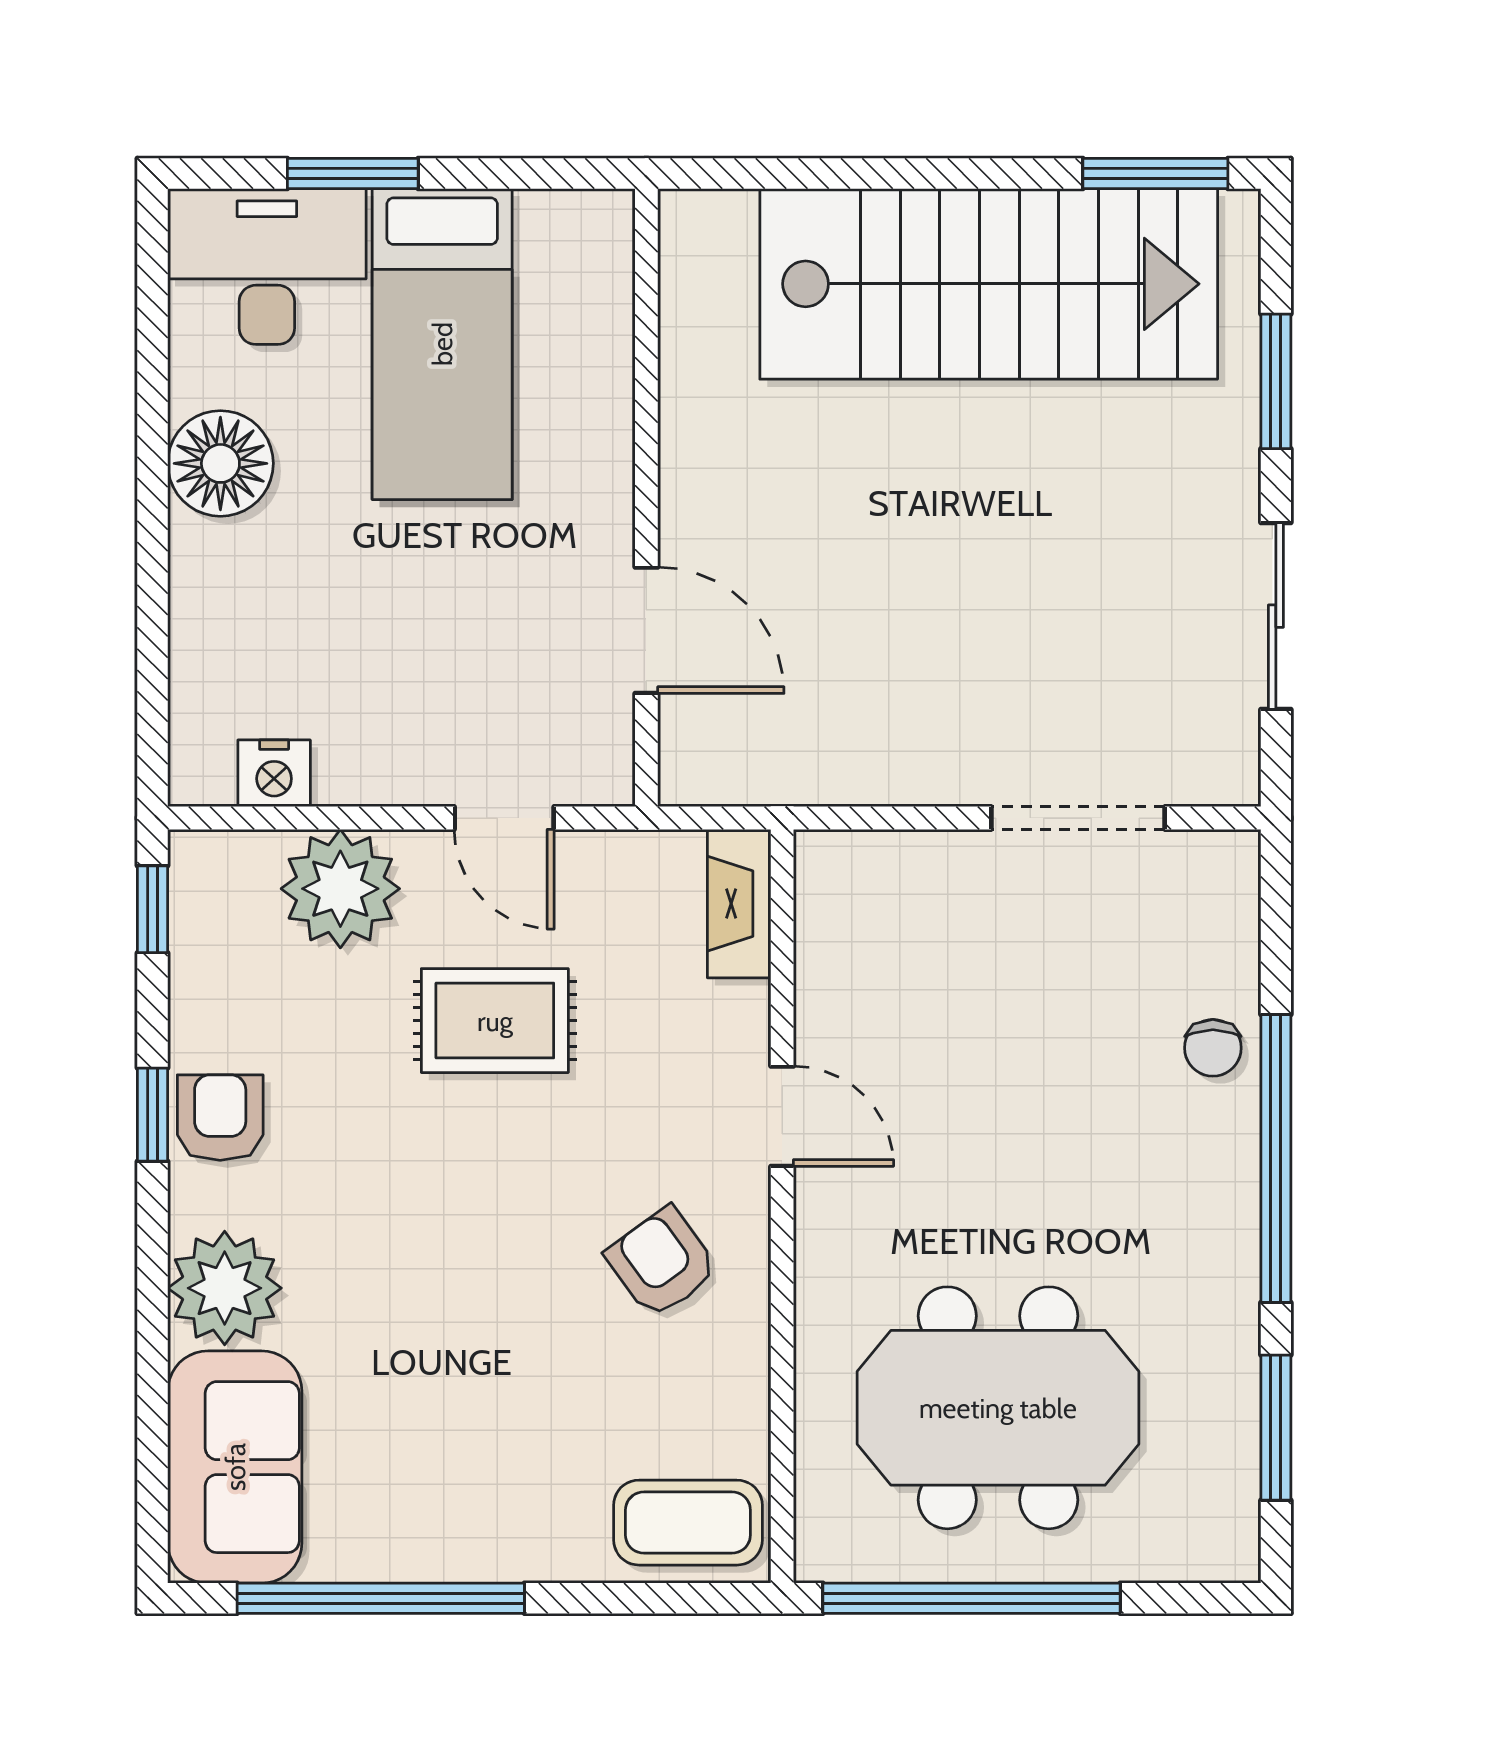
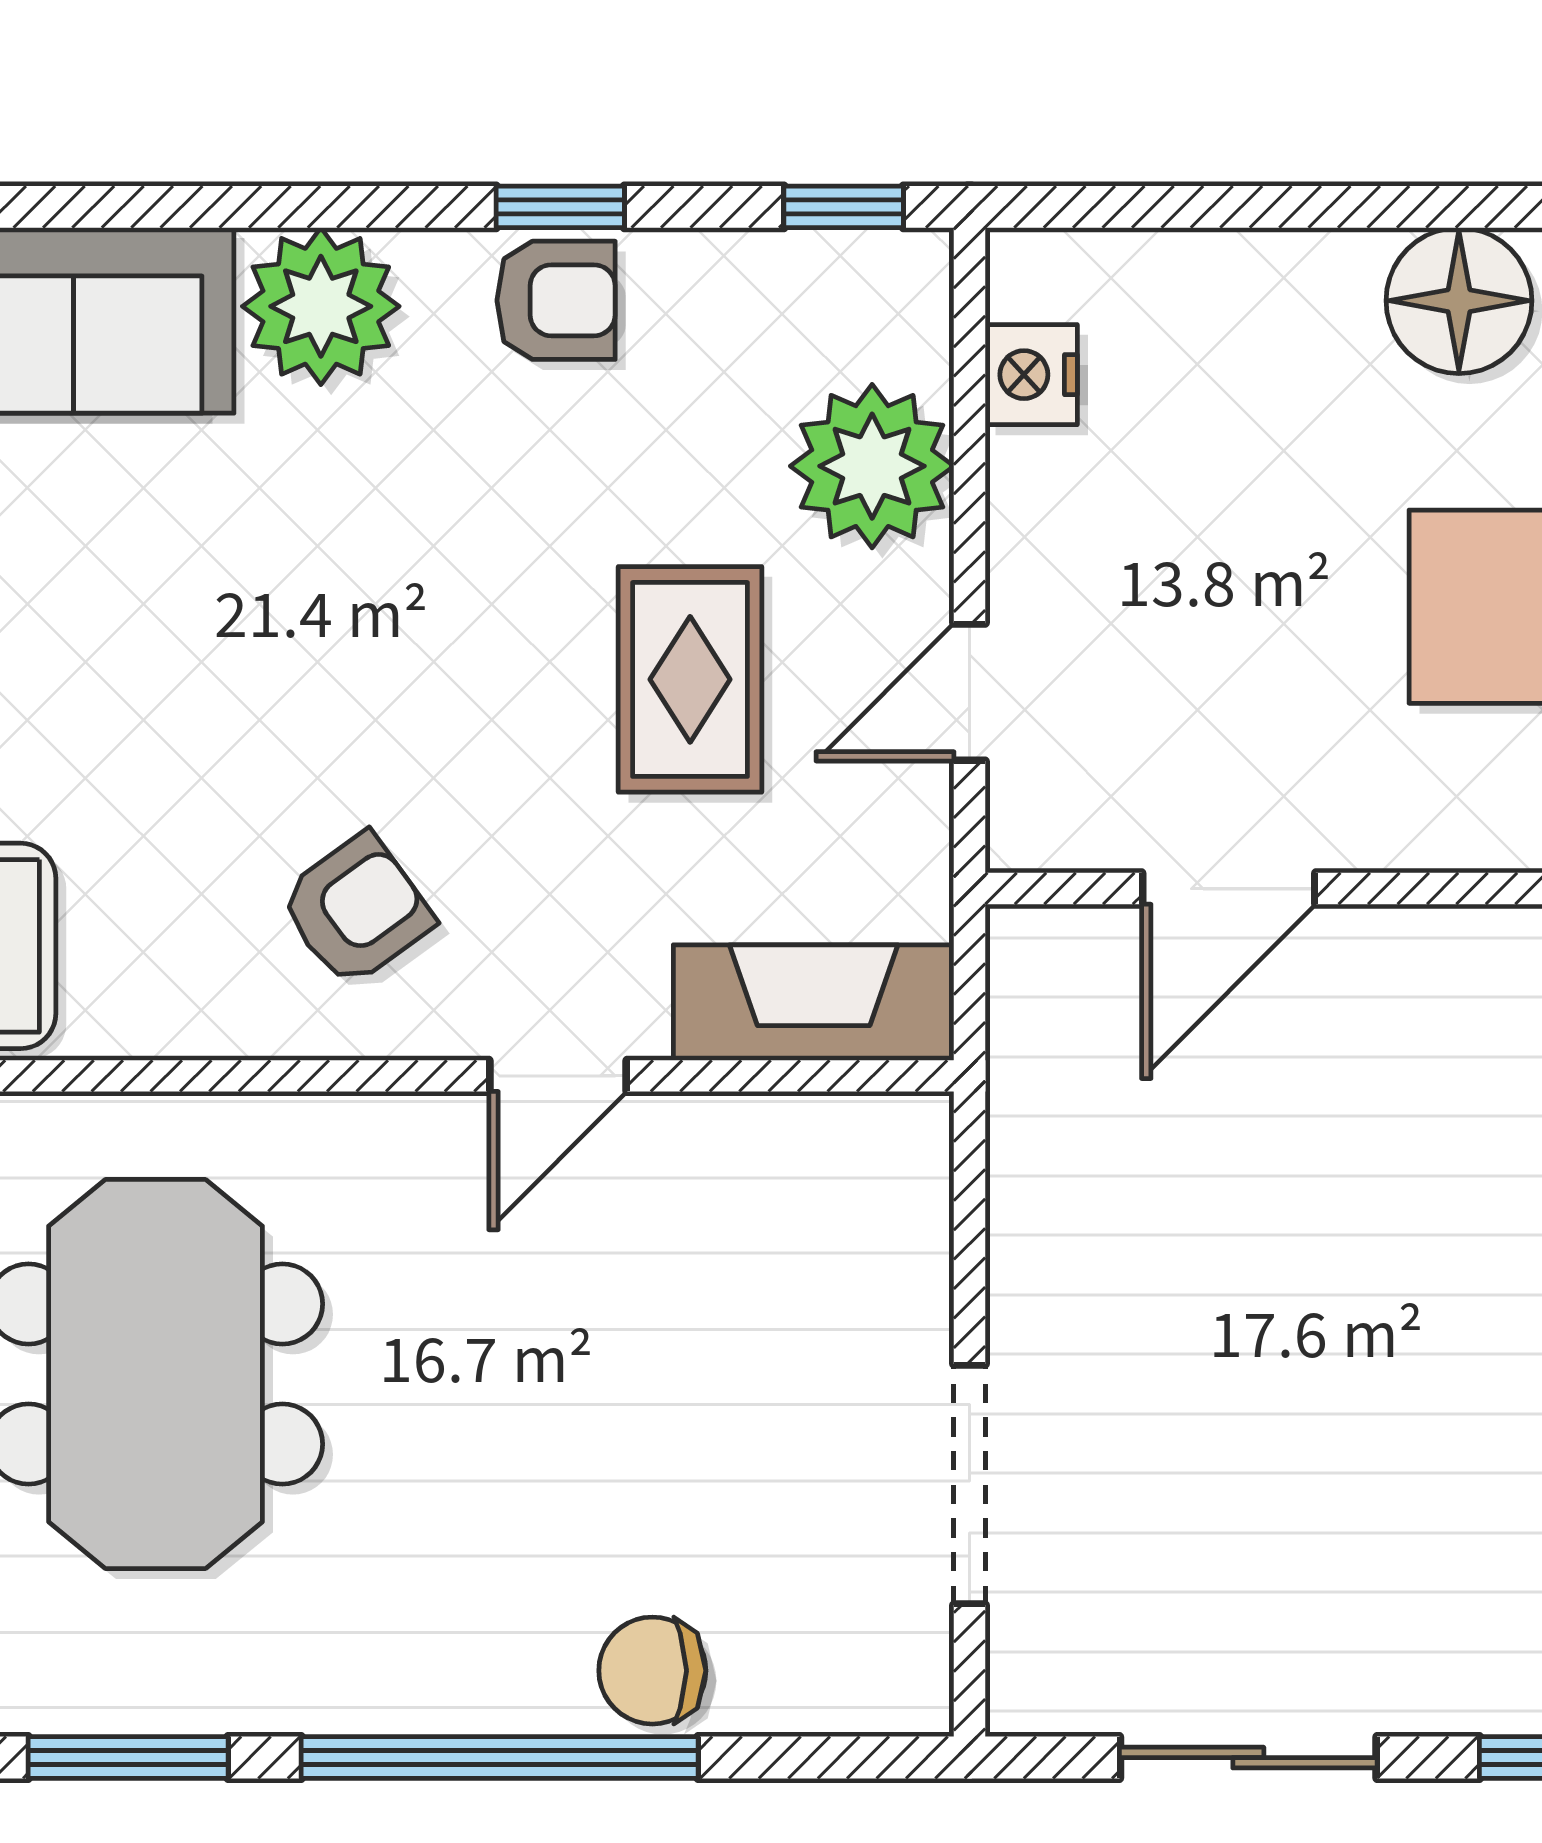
fireplace: (739, 904) -> (814, 1003), width x1.37, depth x1.32
chair: (1213, 1048) -> (652, 1671), width x1.37, depth x1.37

